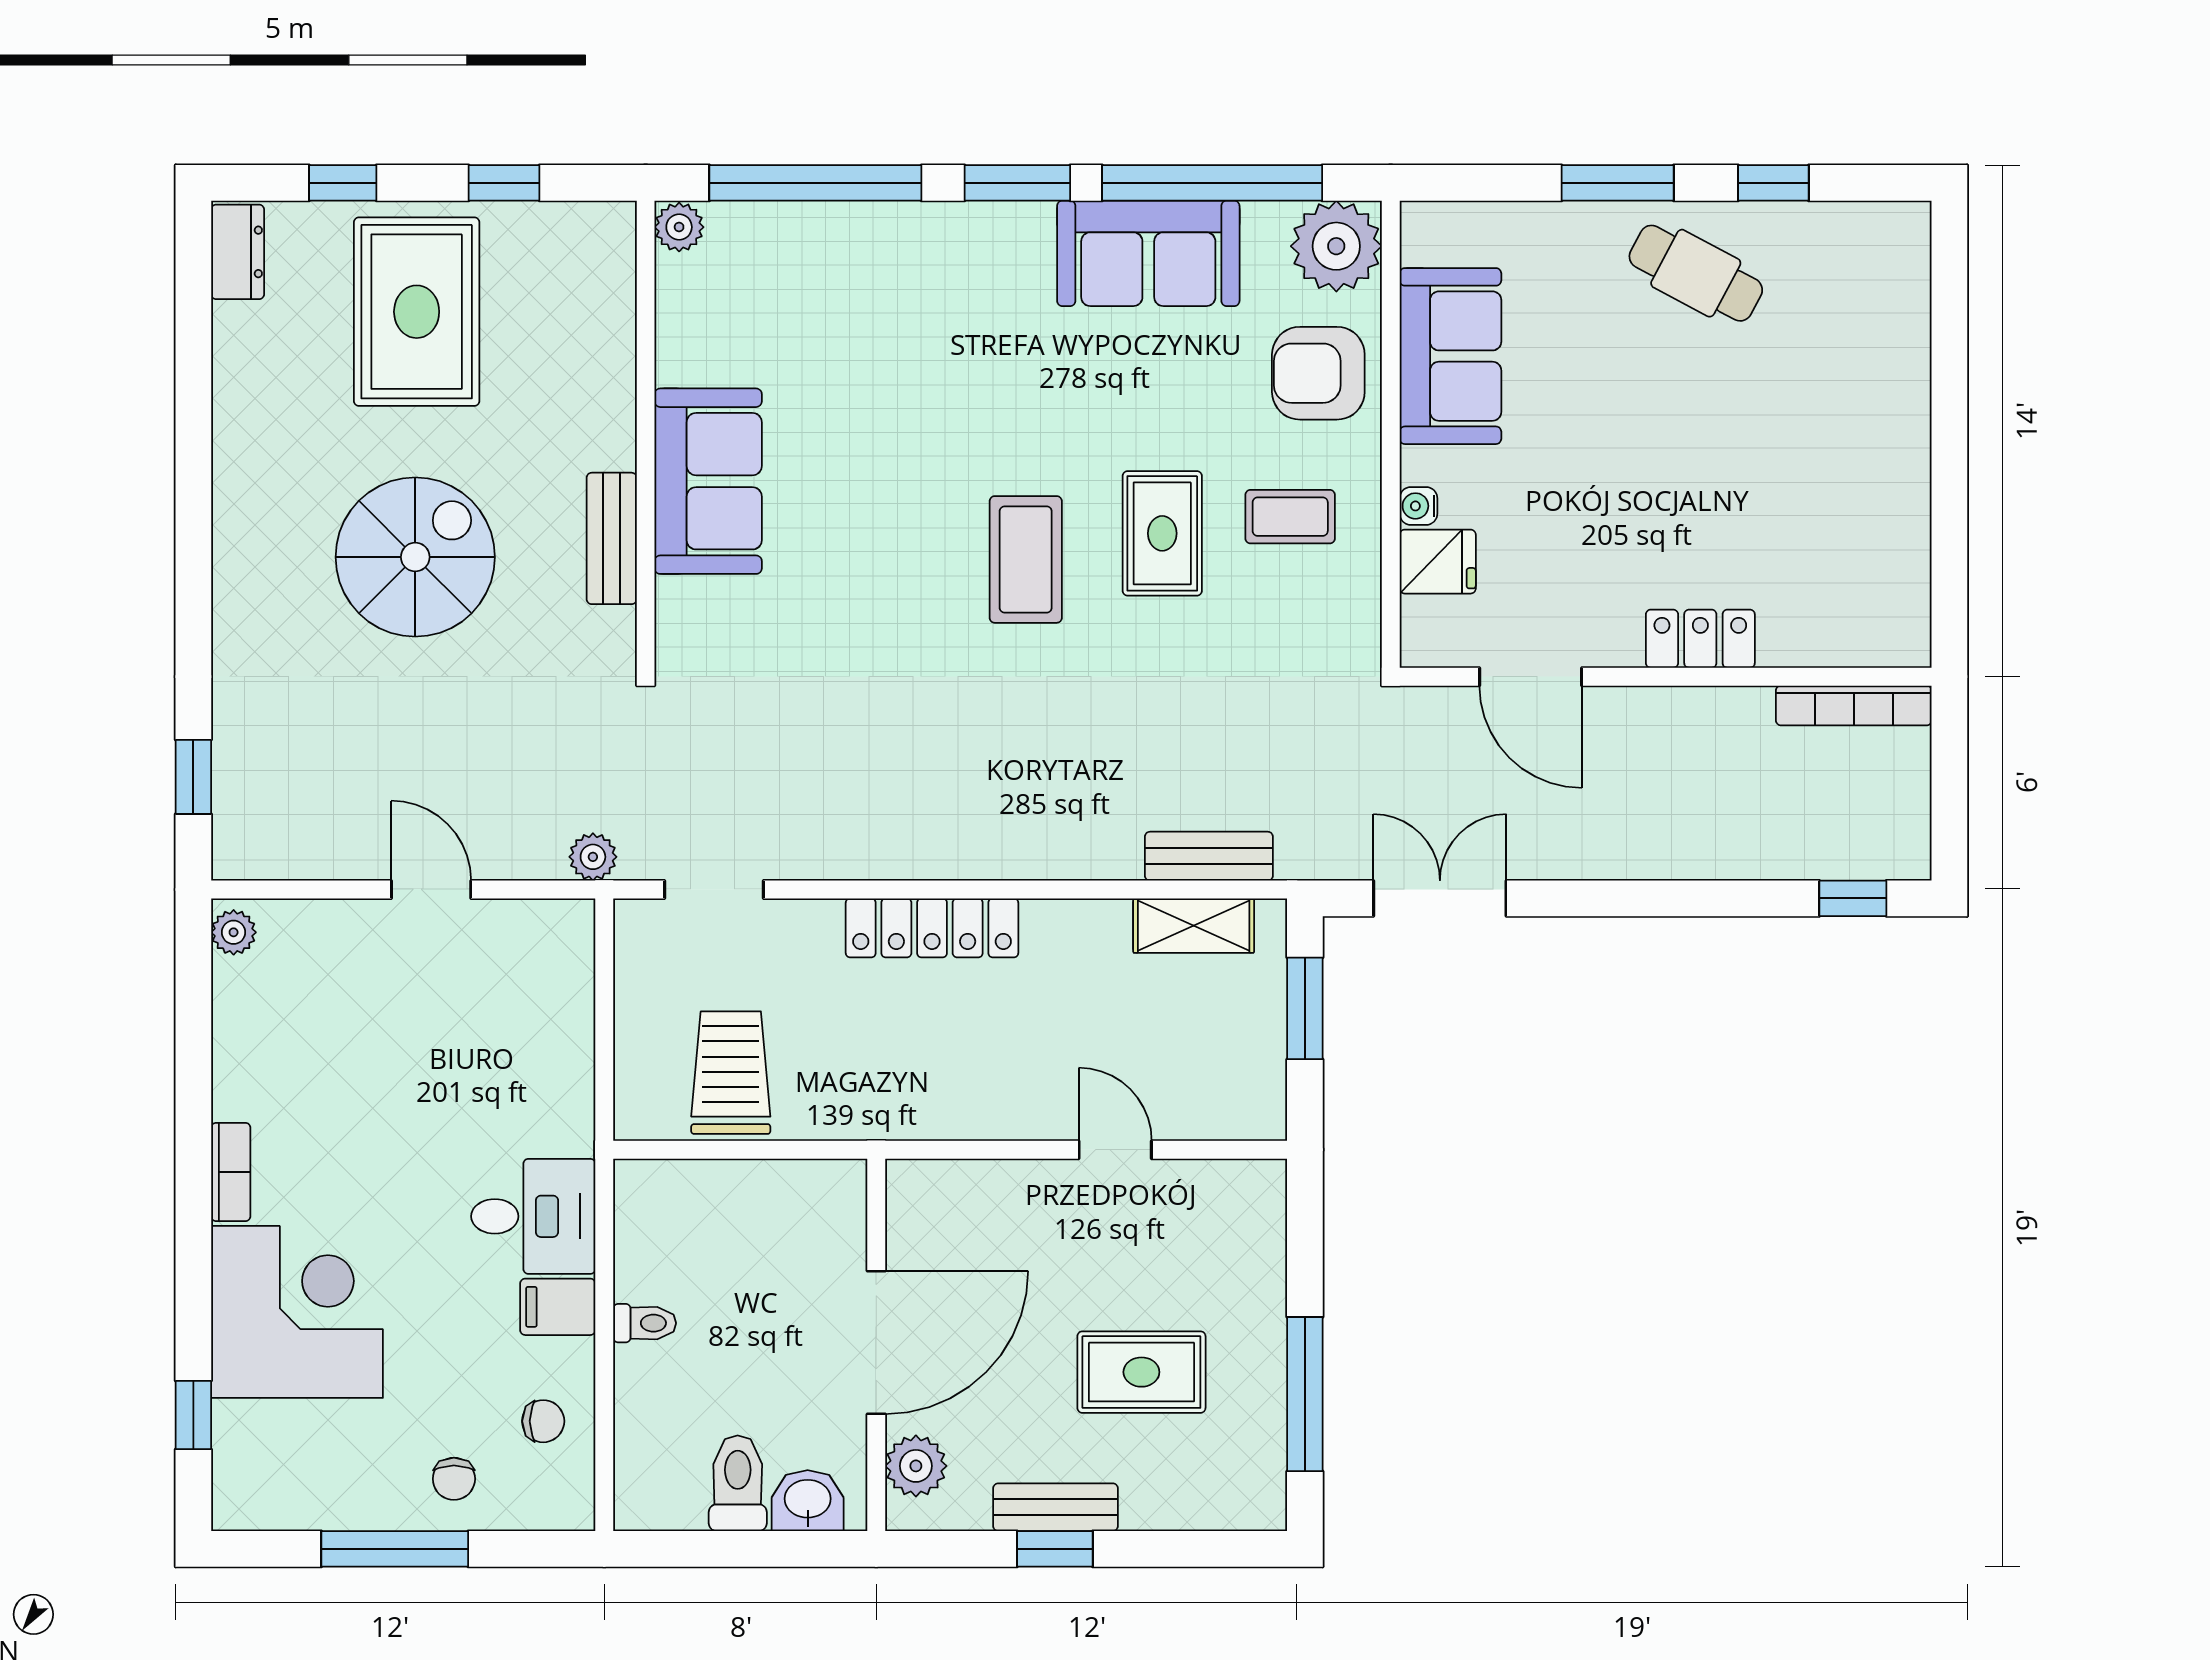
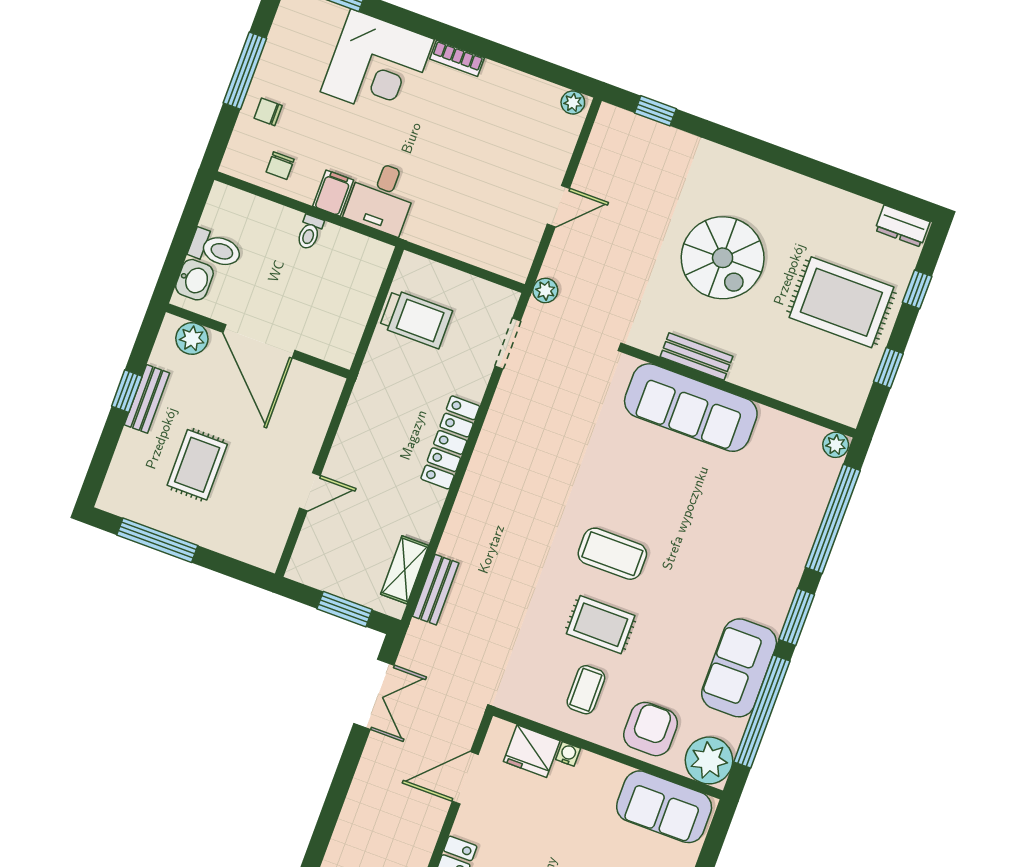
sofa: (1450, 356) -> (664, 807), moved
sofa: (708, 481) -> (691, 408), width x1.36
fridge: (1438, 562) -> (532, 751), width x1.38

